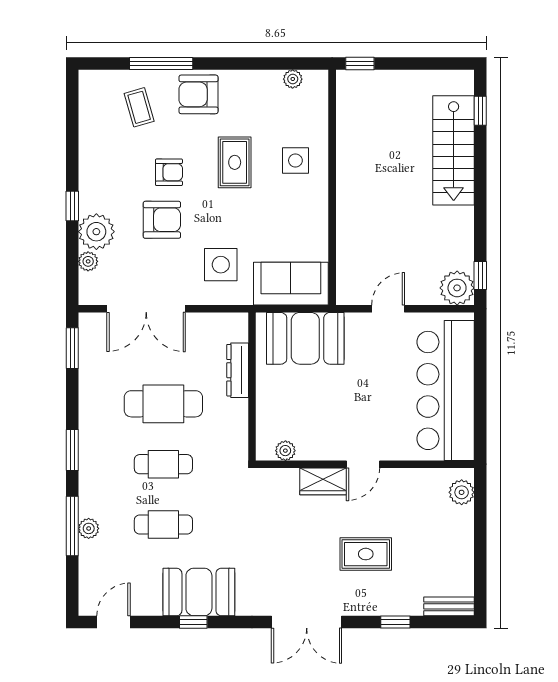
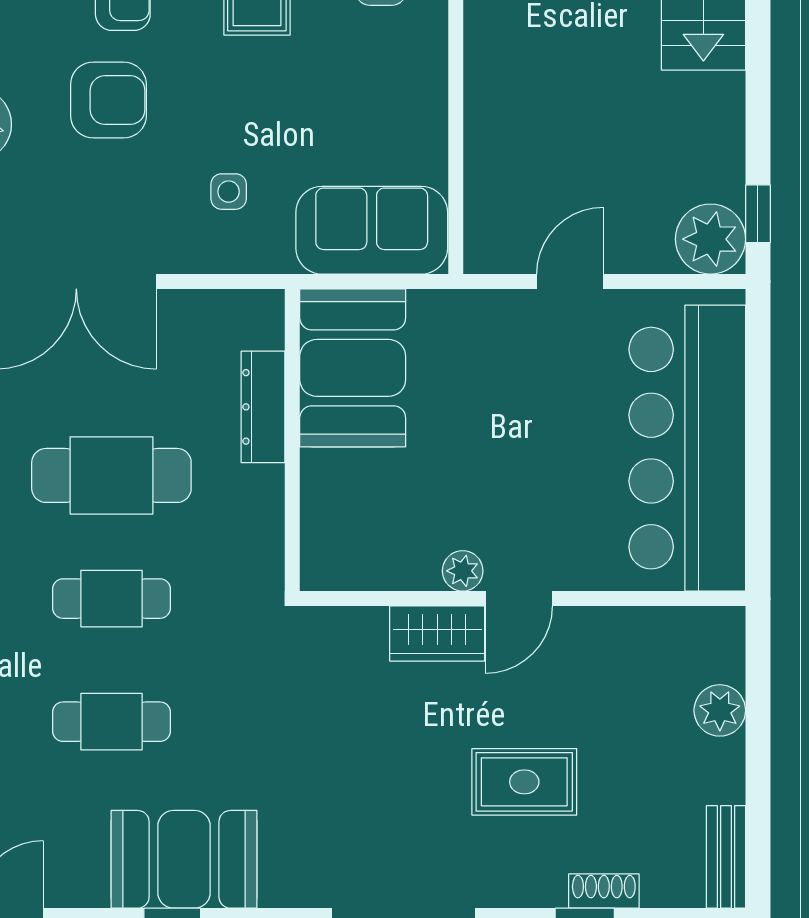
side table: (221, 265) -> (229, 192), width x0.54, depth x0.54
booth: (305, 338) -> (353, 368), moved, turned 90
plant: (285, 451) -> (463, 571), moved
plant: (462, 492) -> (720, 710), moved
bench: (449, 606) -> (726, 857), moved, turned 90
shoe rack: (405, 608) -> (604, 891), added

